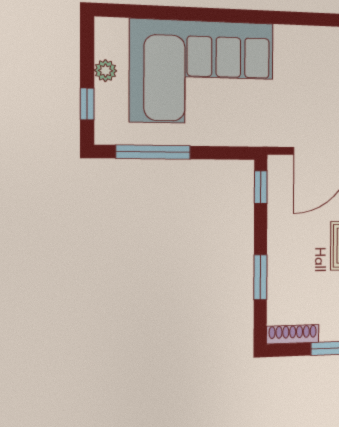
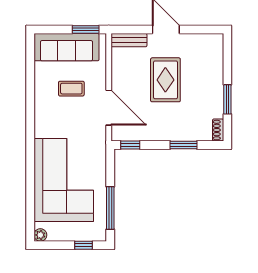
plant: (105, 71) -> (40, 235), moved
shoe rack: (293, 334) -> (218, 130), width x0.70

